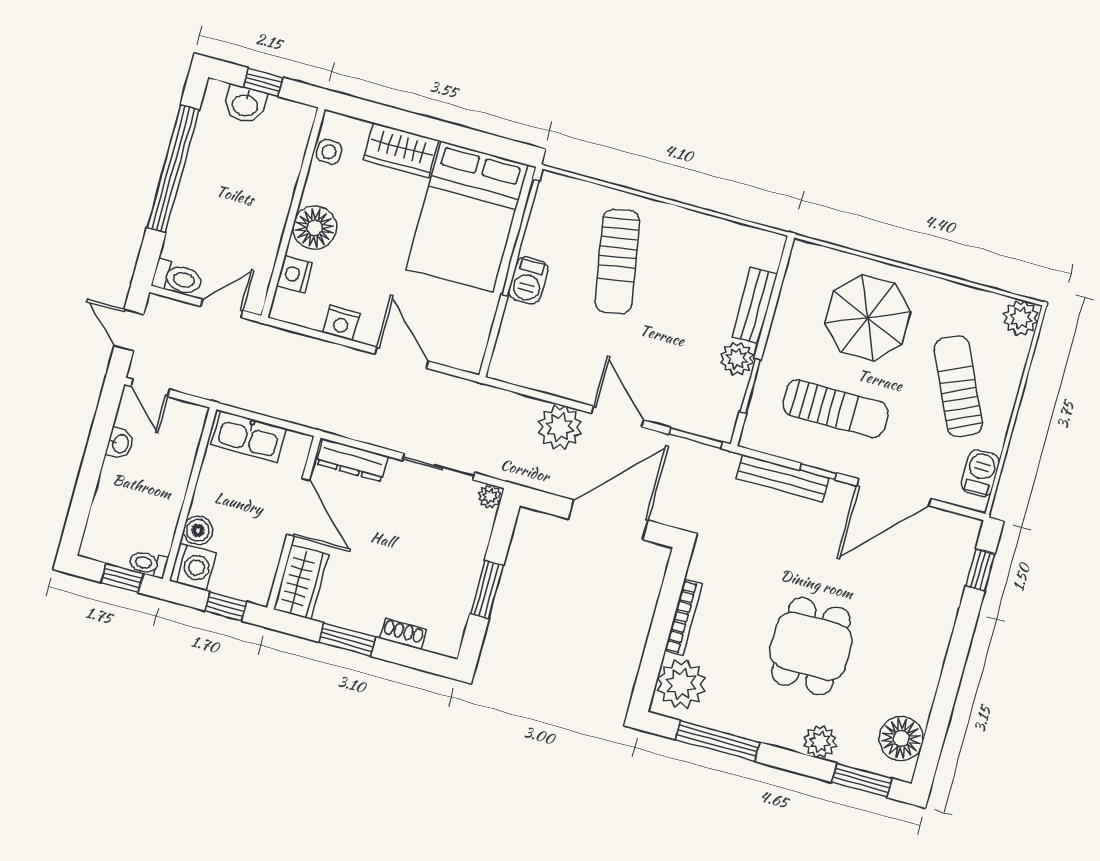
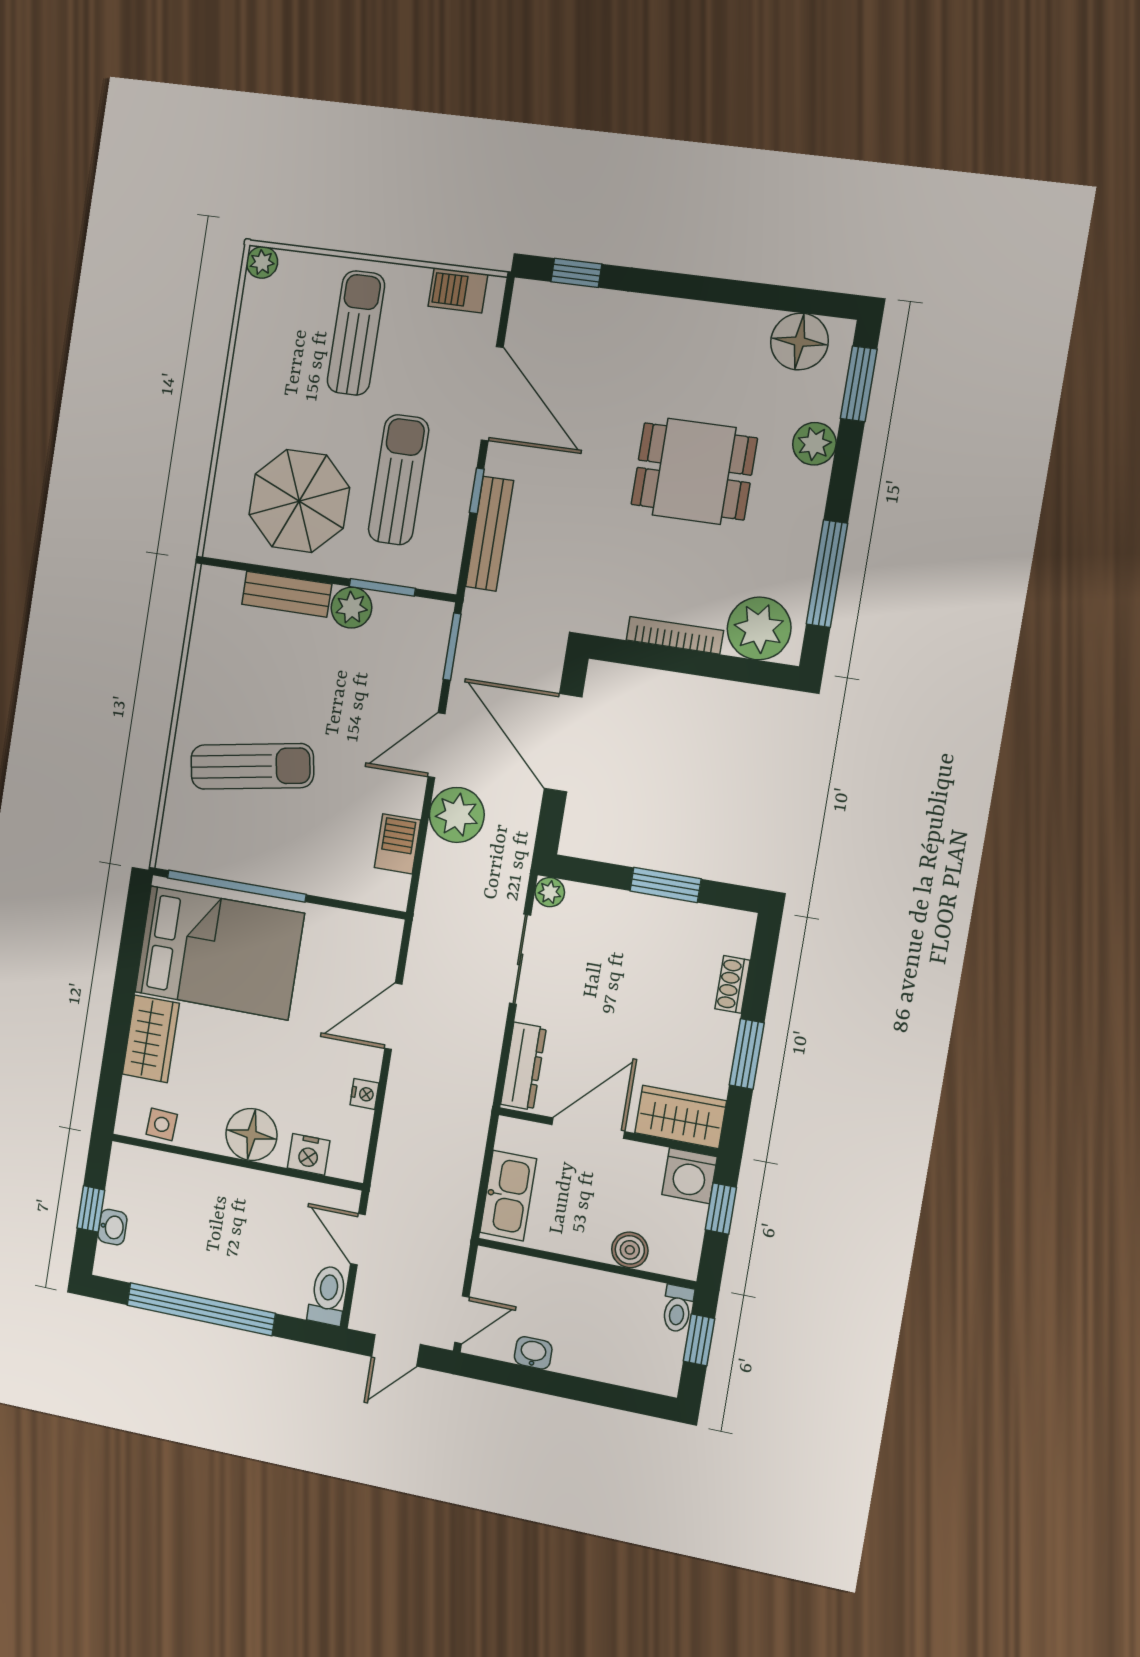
washbasin: (245, 104) -> (112, 1227), width x0.72, depth x0.69
barbecue: (528, 280) -> (397, 844), moved, turned -90
parasol: (868, 318) -> (299, 501), moved
plant: (1021, 318) -> (262, 262), width x0.73, depth x0.73
nightstand: (341, 323) -> (364, 1094), width x0.72, depth x0.74
sun lounger: (958, 386) -> (356, 333), turned 115
washing machine: (193, 567) -> (689, 1176), moved, turned 180

